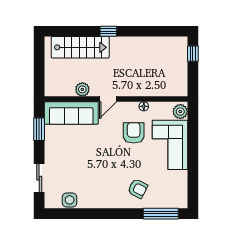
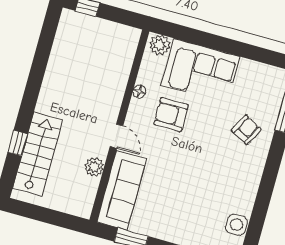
window: (108, 31) -> (18, 143), moved

